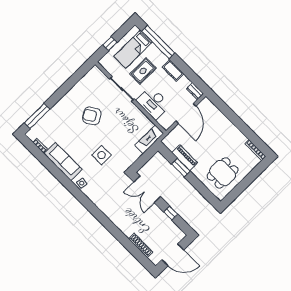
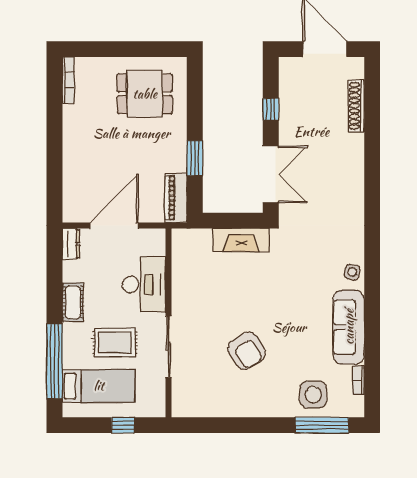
fireplace: (149, 139) -> (241, 240), moved
side table: (102, 155) -> (313, 395), moved
piano: (185, 158) -> (176, 198), moved

